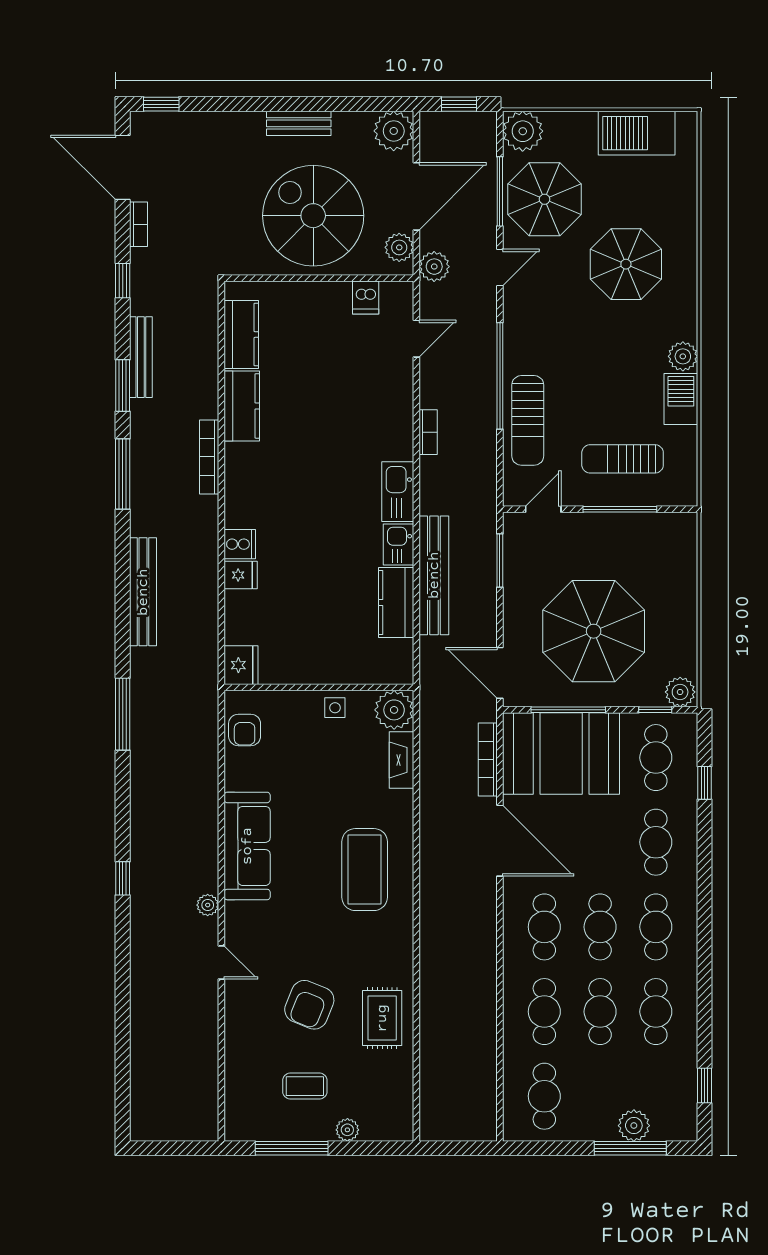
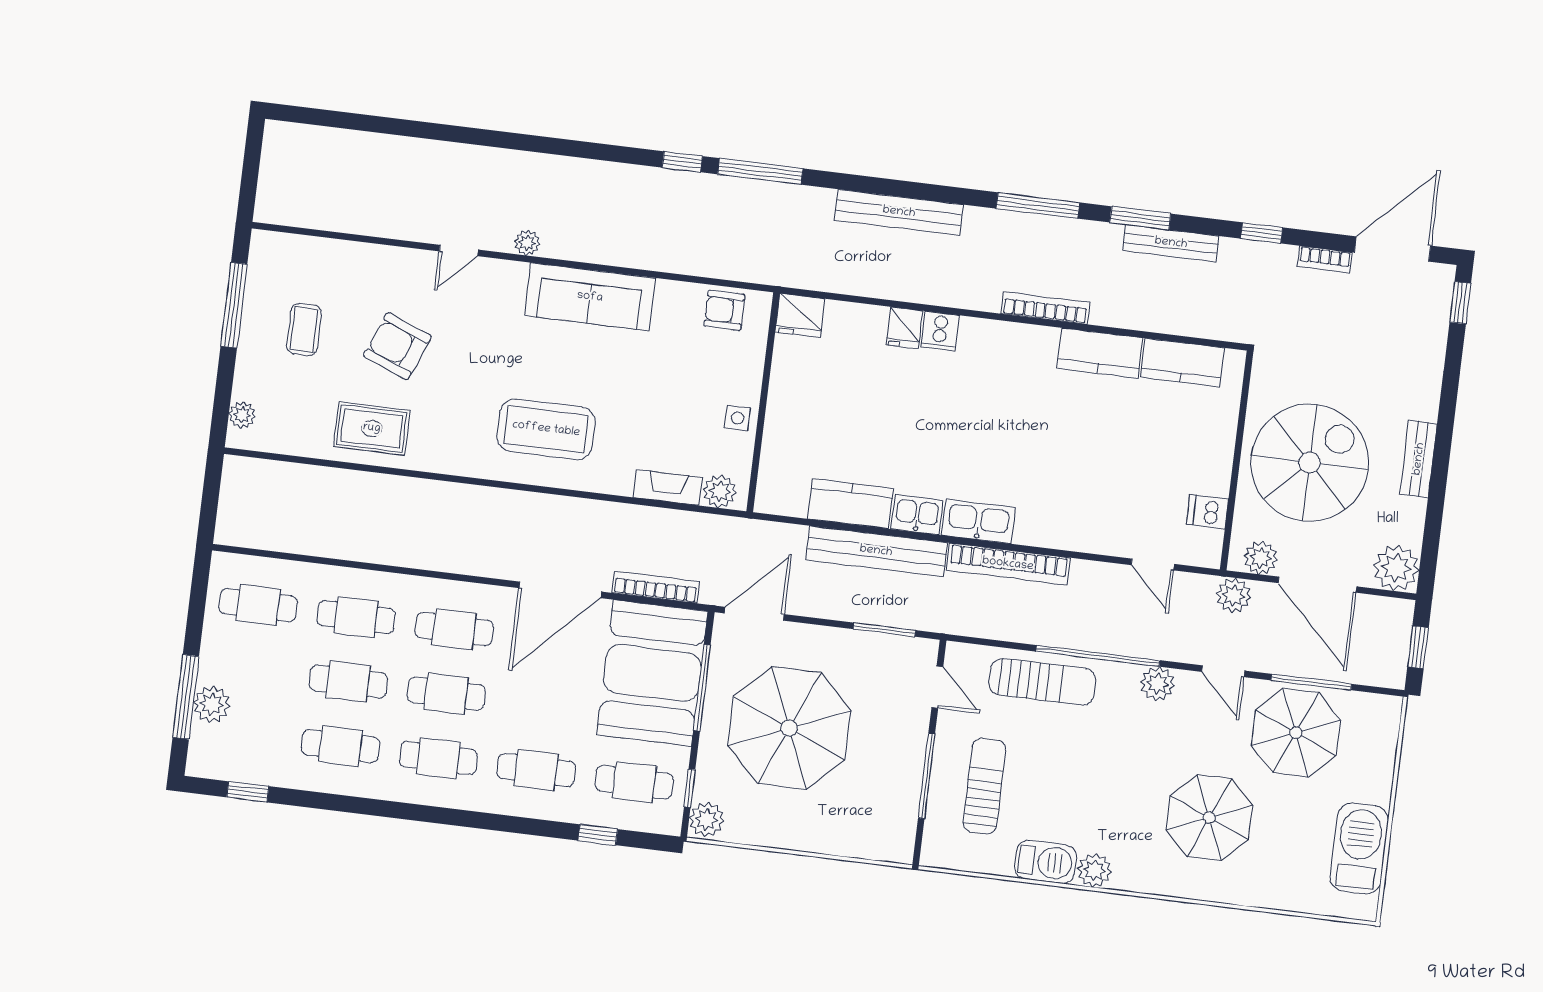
plant: (523, 131) -> (1158, 684), moved, width x0.73, depth x0.73
sun lounger: (528, 420) -> (1042, 682), turned 180
bookcase: (428, 432) -> (1008, 564), width x2.31, depth x1.31
plant: (394, 710) -> (720, 491), width x0.73, depth x0.73
window: (123, 878) -> (682, 162), moved
plant: (347, 1130) -> (242, 415), moved

